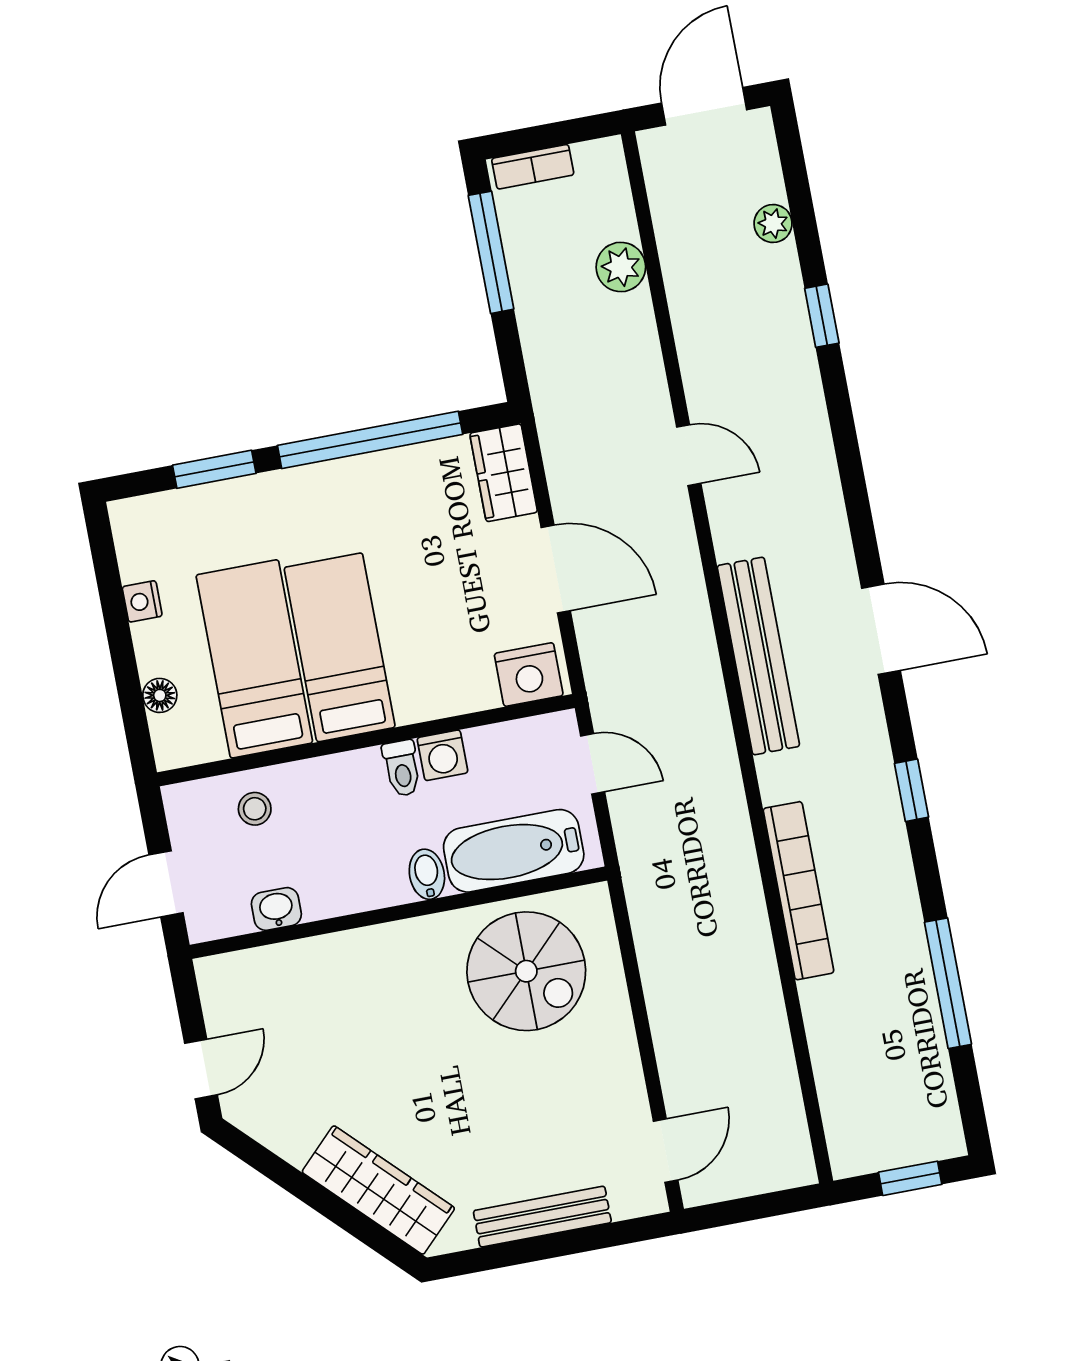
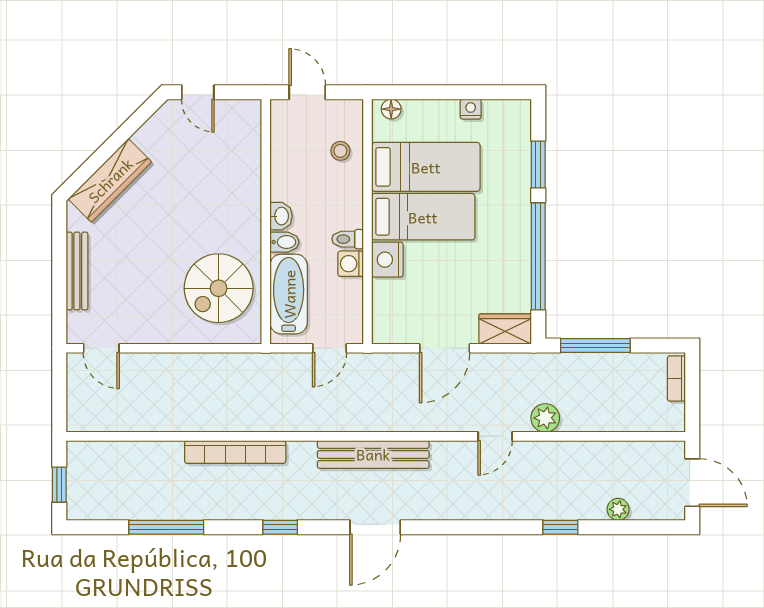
window: (491, 252) -> (595, 346), moved
plant: (621, 267) -> (545, 418), moved
nightstand: (529, 675) -> (387, 260), moved
floor lamp: (160, 695) -> (391, 109), moved
washbasin: (276, 909) -> (281, 216), moved

